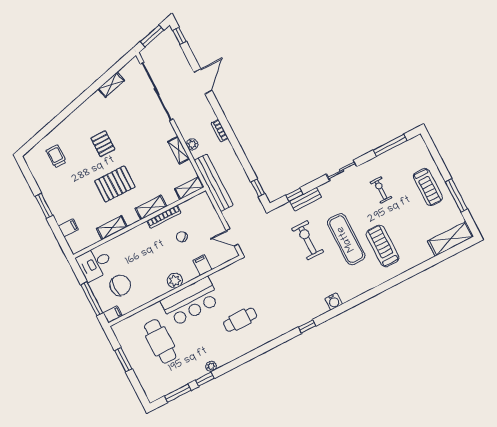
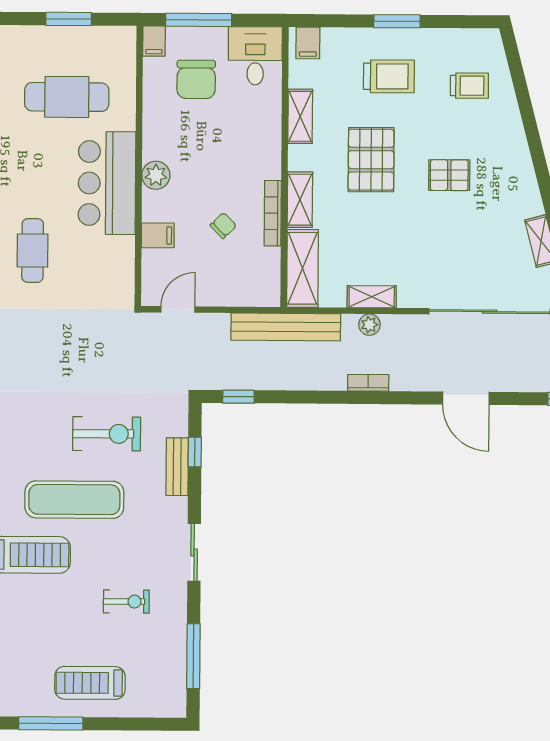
shelving: (189, 188) -> (302, 268), width x1.50, depth x1.33
trolley: (72, 196) -> (389, 76), added
filing cabinet: (68, 228) -> (308, 43), moved

